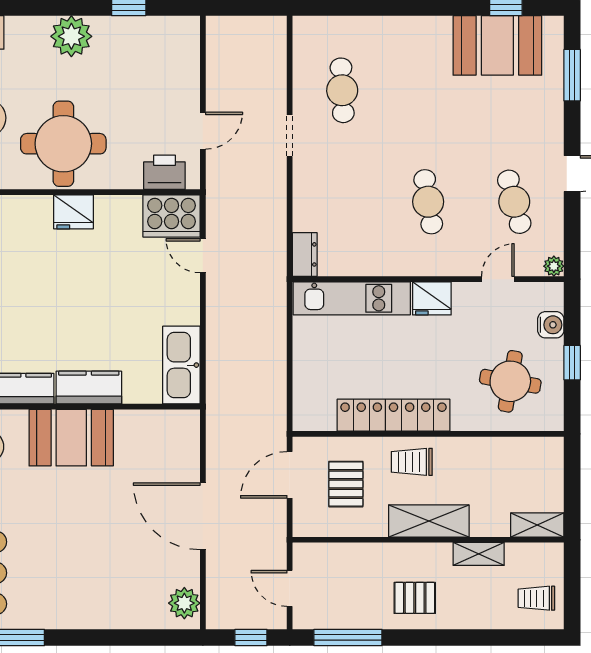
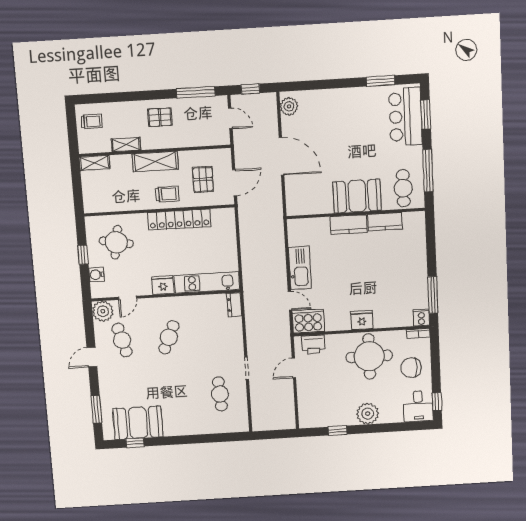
cafe table: (428, 202) -> (169, 337), turned 33
plant: (554, 266) -> (103, 311), width x1.88, depth x1.88
kitchen sink: (181, 365) -> (300, 268), moved

